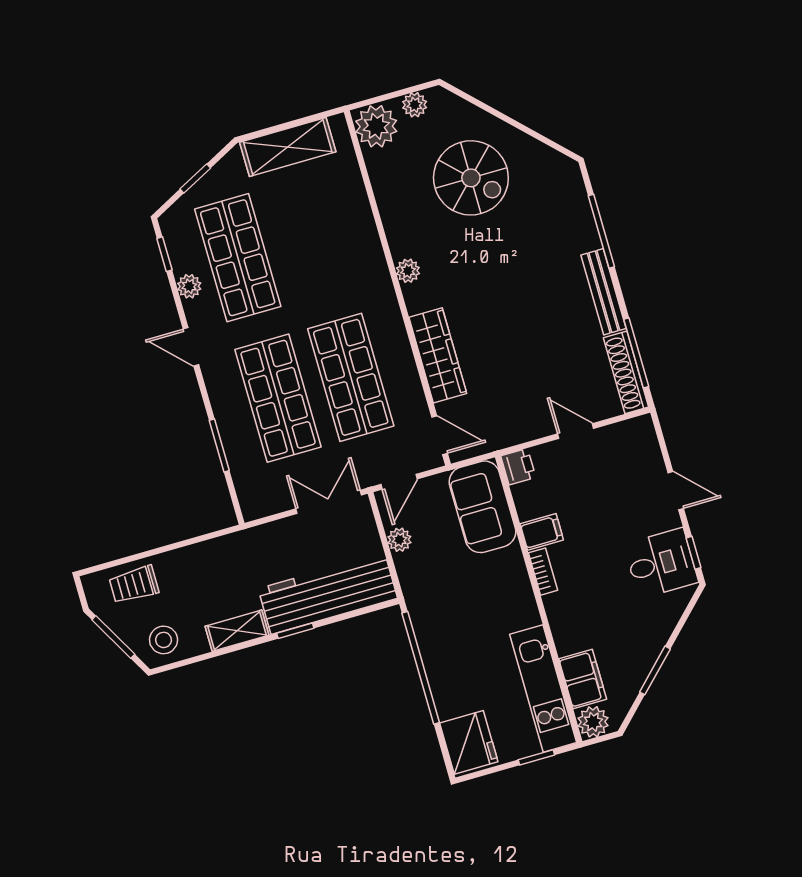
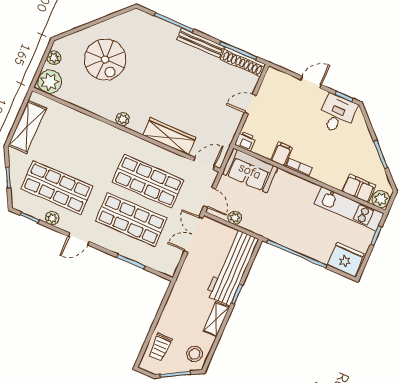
spiral stairs: (471, 178) -> (105, 59), turned 90

